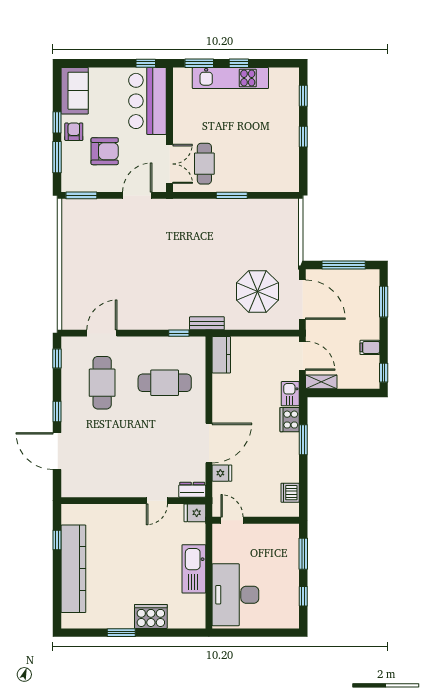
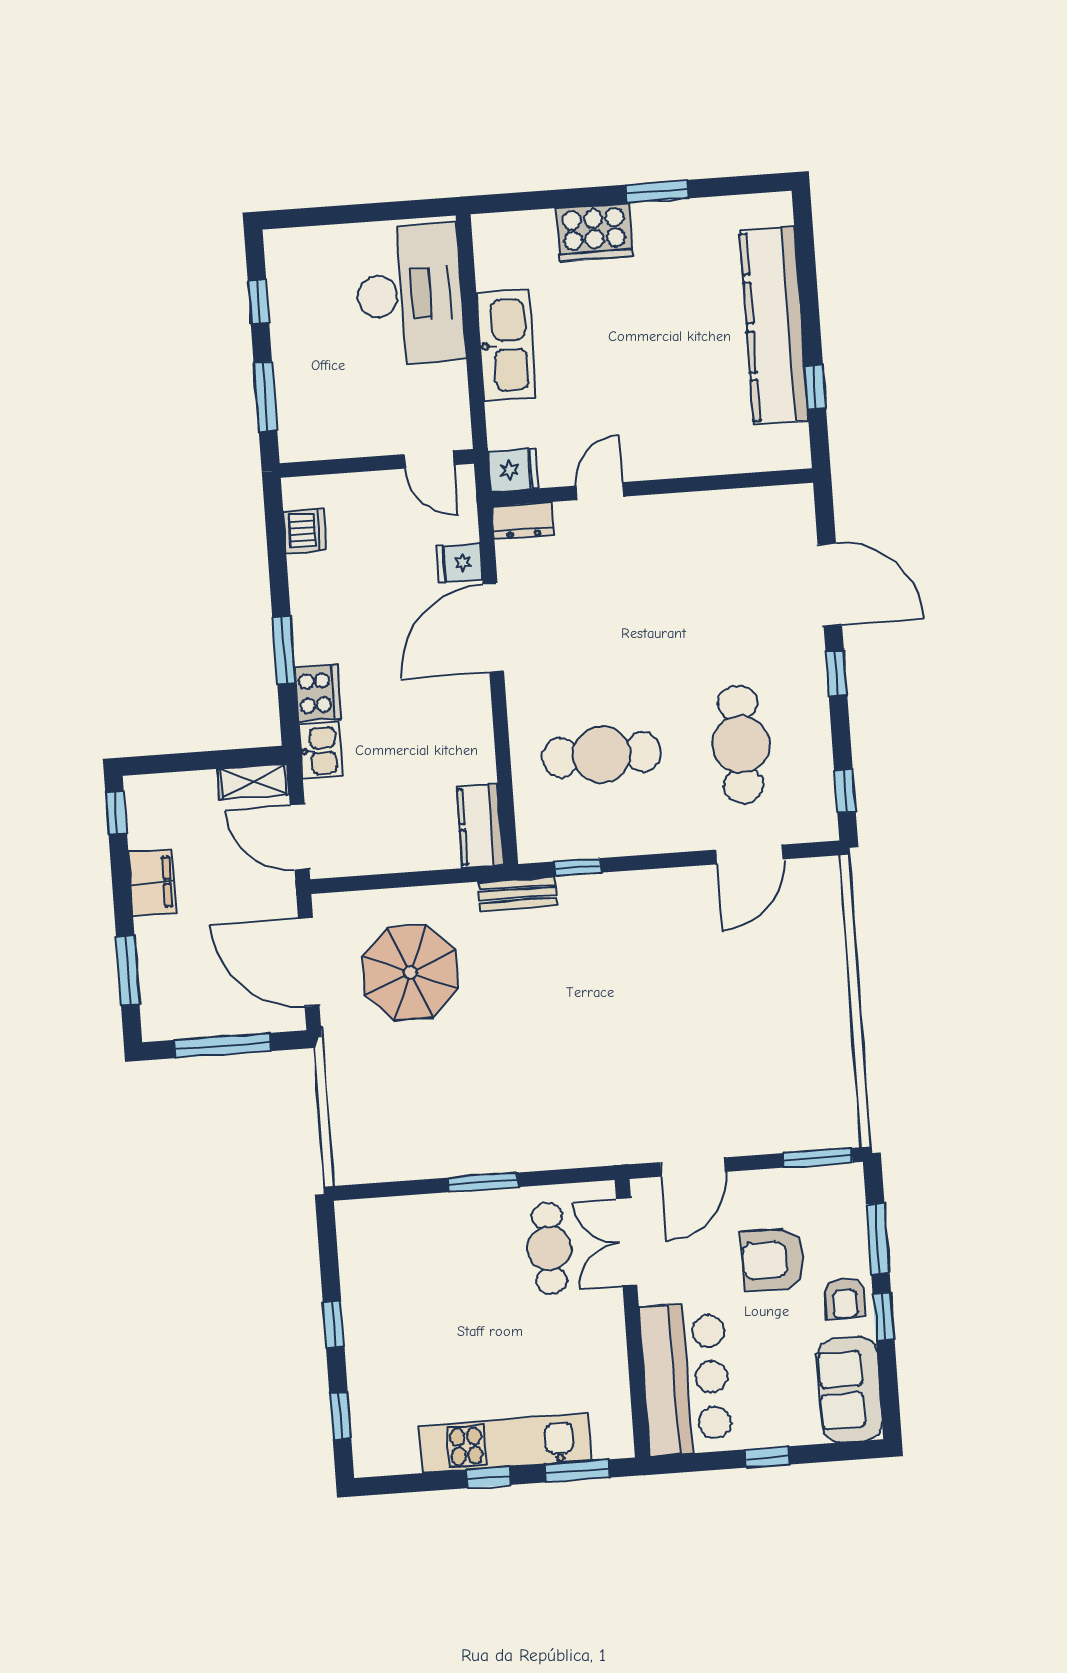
window: (146, 63) -> (767, 1457), moved
filing cabinet: (370, 347) -> (152, 883), width x2.00

